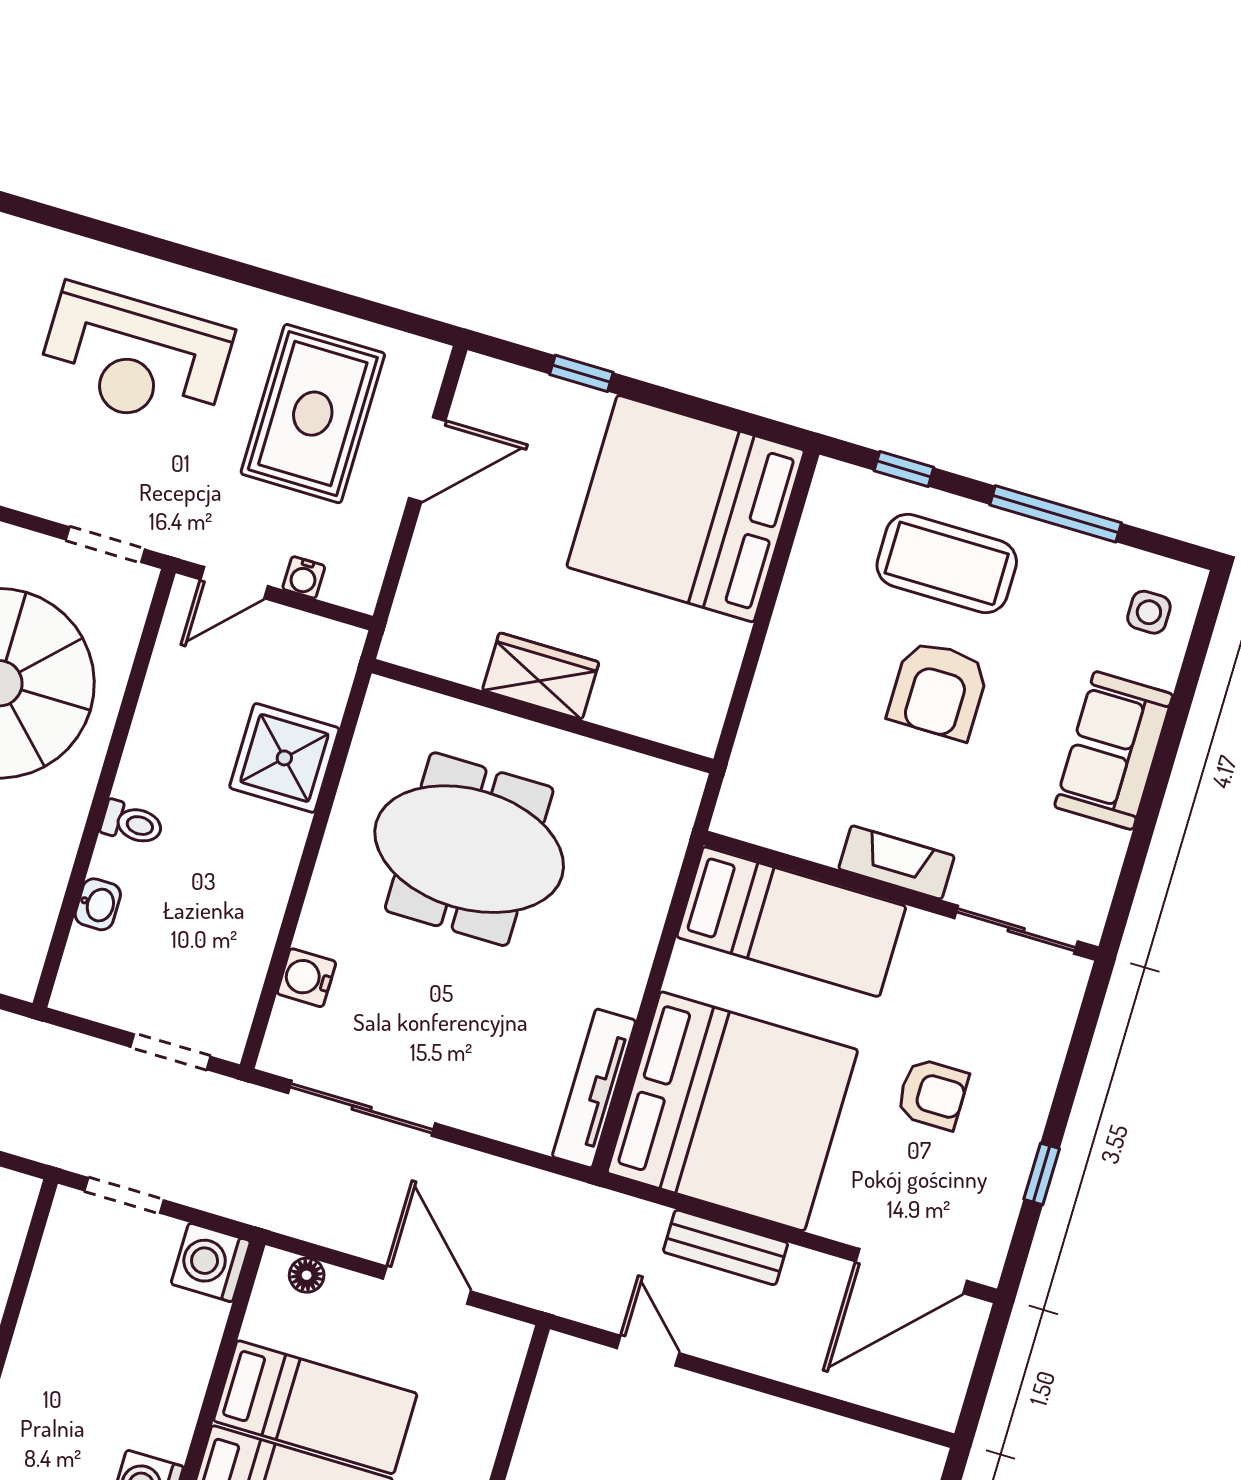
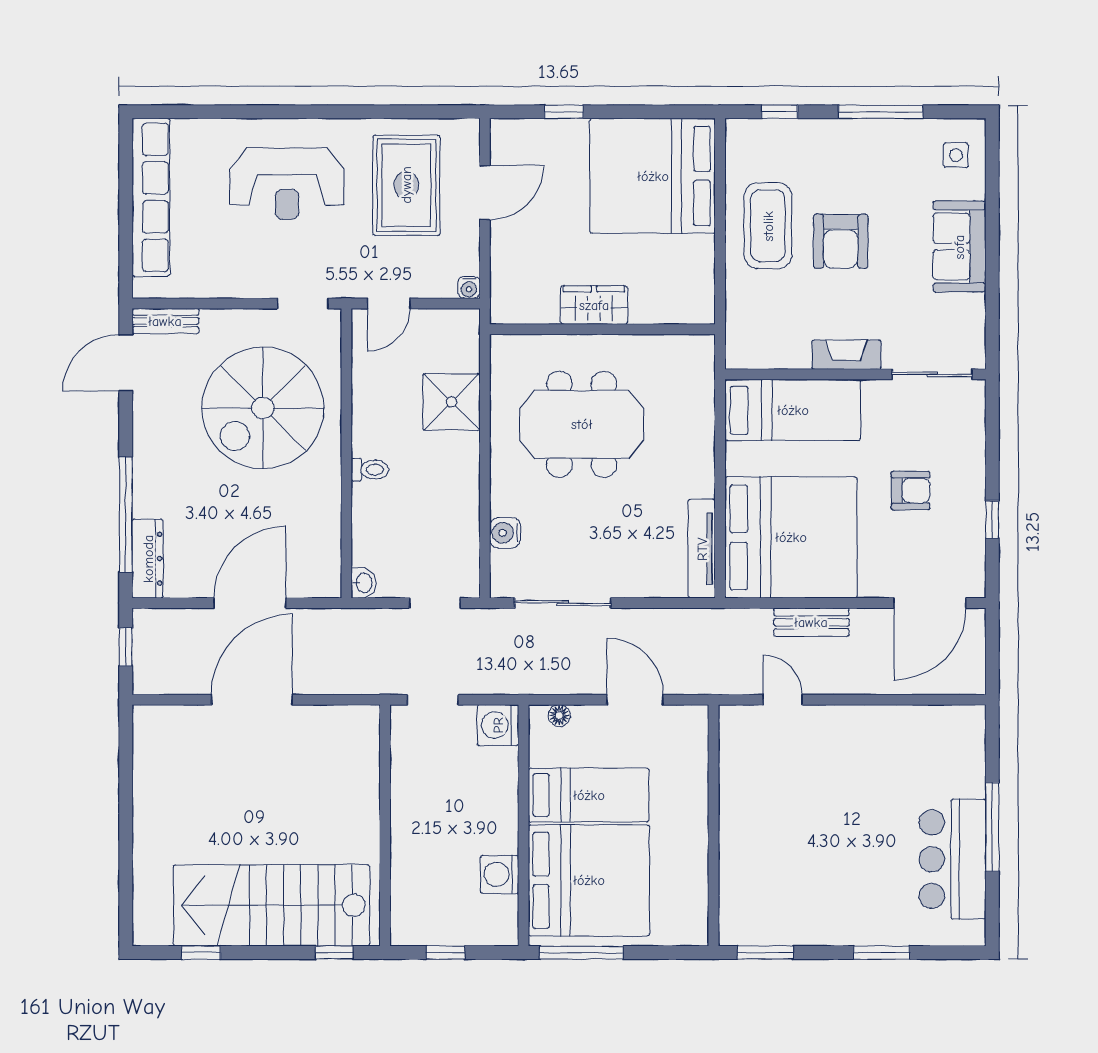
coffee table: (947, 563) -> (768, 226), moved, turned 90
water cooler: (304, 577) -> (469, 288), moved
washbasin: (98, 904) -> (364, 583), moved

